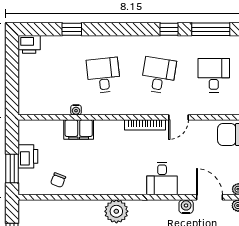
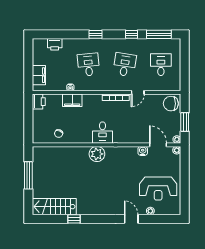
window: (72, 29) -> (95, 34), moved
printer: (29, 44) -> (55, 44), moved
filing cabinet: (28, 91) -> (39, 75), added
printer: (28, 156) -> (39, 102), moved
window: (12, 169) -> (28, 126), removed
desk: (162, 179) -> (102, 133), moved

